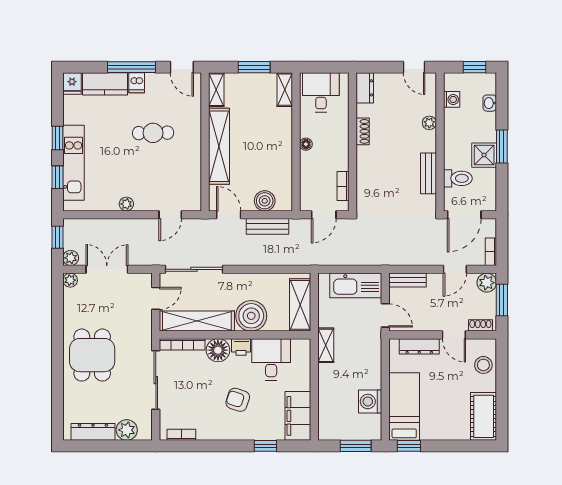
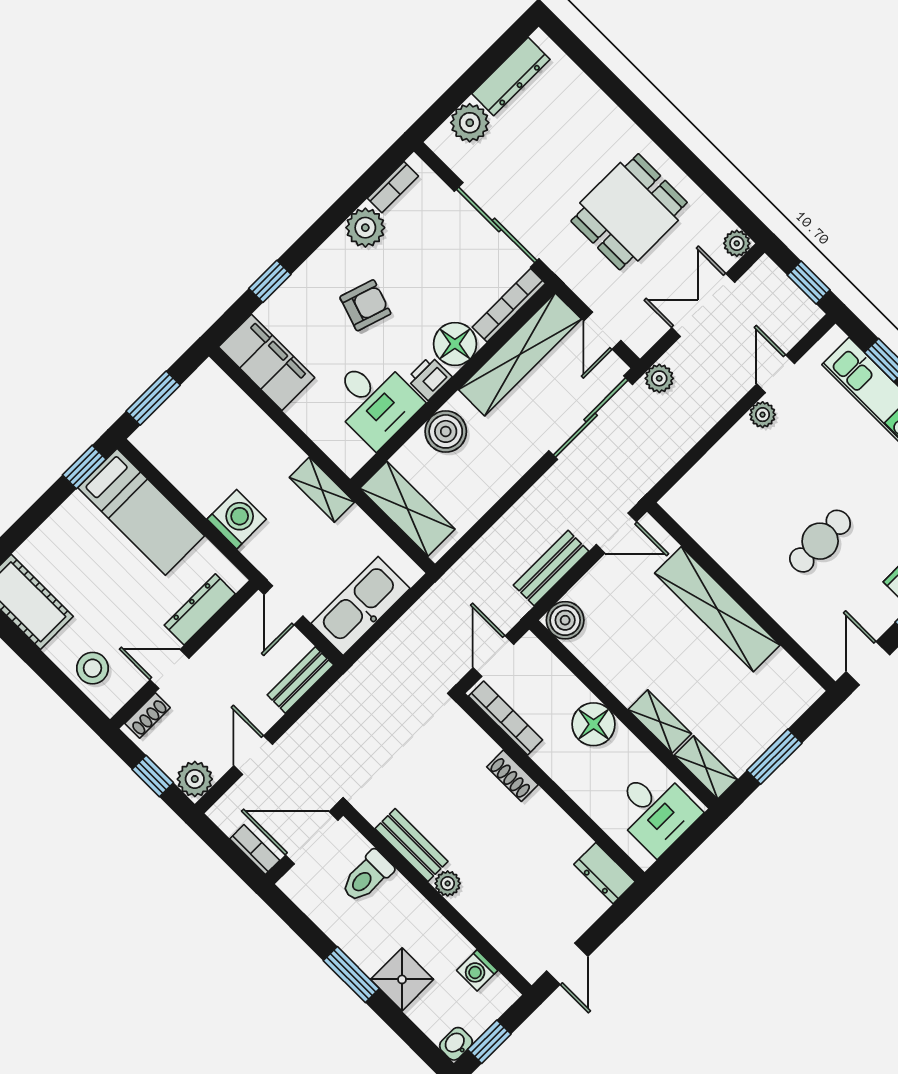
door: (182, 67) -> (868, 663), hinge flipped
door: (414, 67) -> (567, 964), swing flipped
shelving: (216, 90) -> (660, 722), moved
washbasin: (490, 103) -> (456, 1044), moved, turned -90
plant: (429, 123) -> (448, 883), moved
shoe rack: (363, 131) -> (512, 776), moved
floor lamp: (306, 144) -> (594, 724), width x1.89, depth x1.89
shower: (484, 155) -> (402, 979), moved
bookcase: (343, 186) -> (506, 718), width x1.56
boiler: (265, 201) -> (565, 620), moved
door: (170, 215) -> (776, 374), moved
door: (464, 215) -> (312, 838), hinge flipped
bookcase: (491, 252) -> (255, 850), moved
plant: (71, 258) -> (659, 378), moved
double door: (107, 269) -> (703, 305), swing flipped
window: (502, 300) -> (153, 776), width x0.67
door: (385, 315) -> (283, 605), hinge flipped
boiler: (251, 316) -> (446, 431), width x0.73, depth x0.73
dining table: (92, 355) -> (629, 212), moved, turned 90
washing machine: (370, 401) -> (237, 519), moved
plant: (208, 430) -> (365, 228), added

